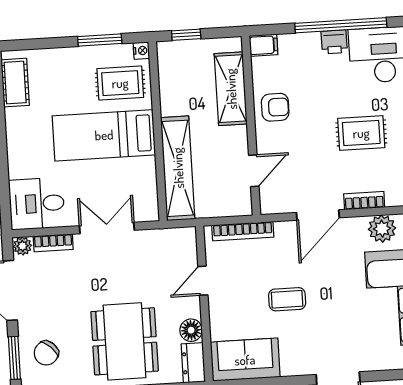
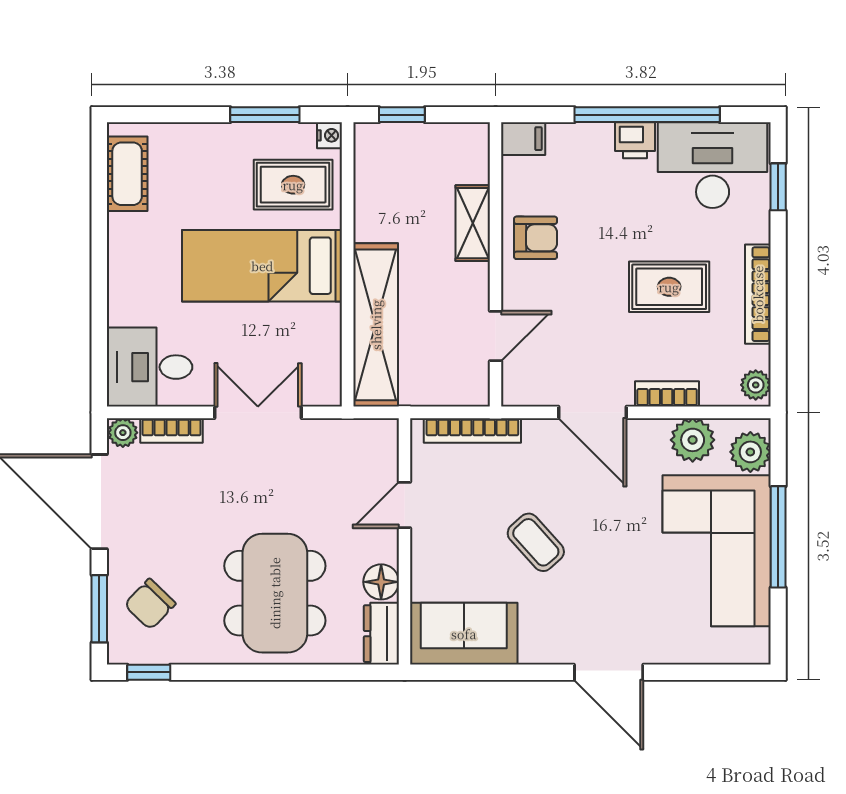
shelving: (231, 89) -> (473, 223), width x0.67, depth x0.75
door: (318, 215) -> (593, 412), hinge flipped
coffee table: (287, 299) -> (536, 542), turned 48

